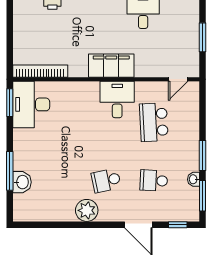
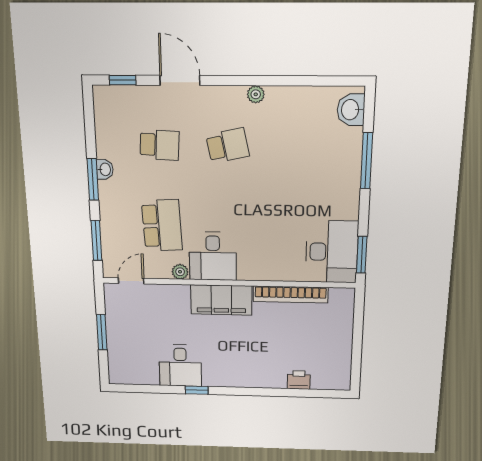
bookcase: (40, 71) -> (291, 294), moved
plant: (141, 87) -> (180, 272), added
washbasin: (193, 179) -> (105, 169), moved
washbasin: (22, 182) -> (351, 110), moved
window: (202, 196) -> (96, 240), moved
plant: (87, 210) -> (256, 94), width x0.53, depth x0.53

